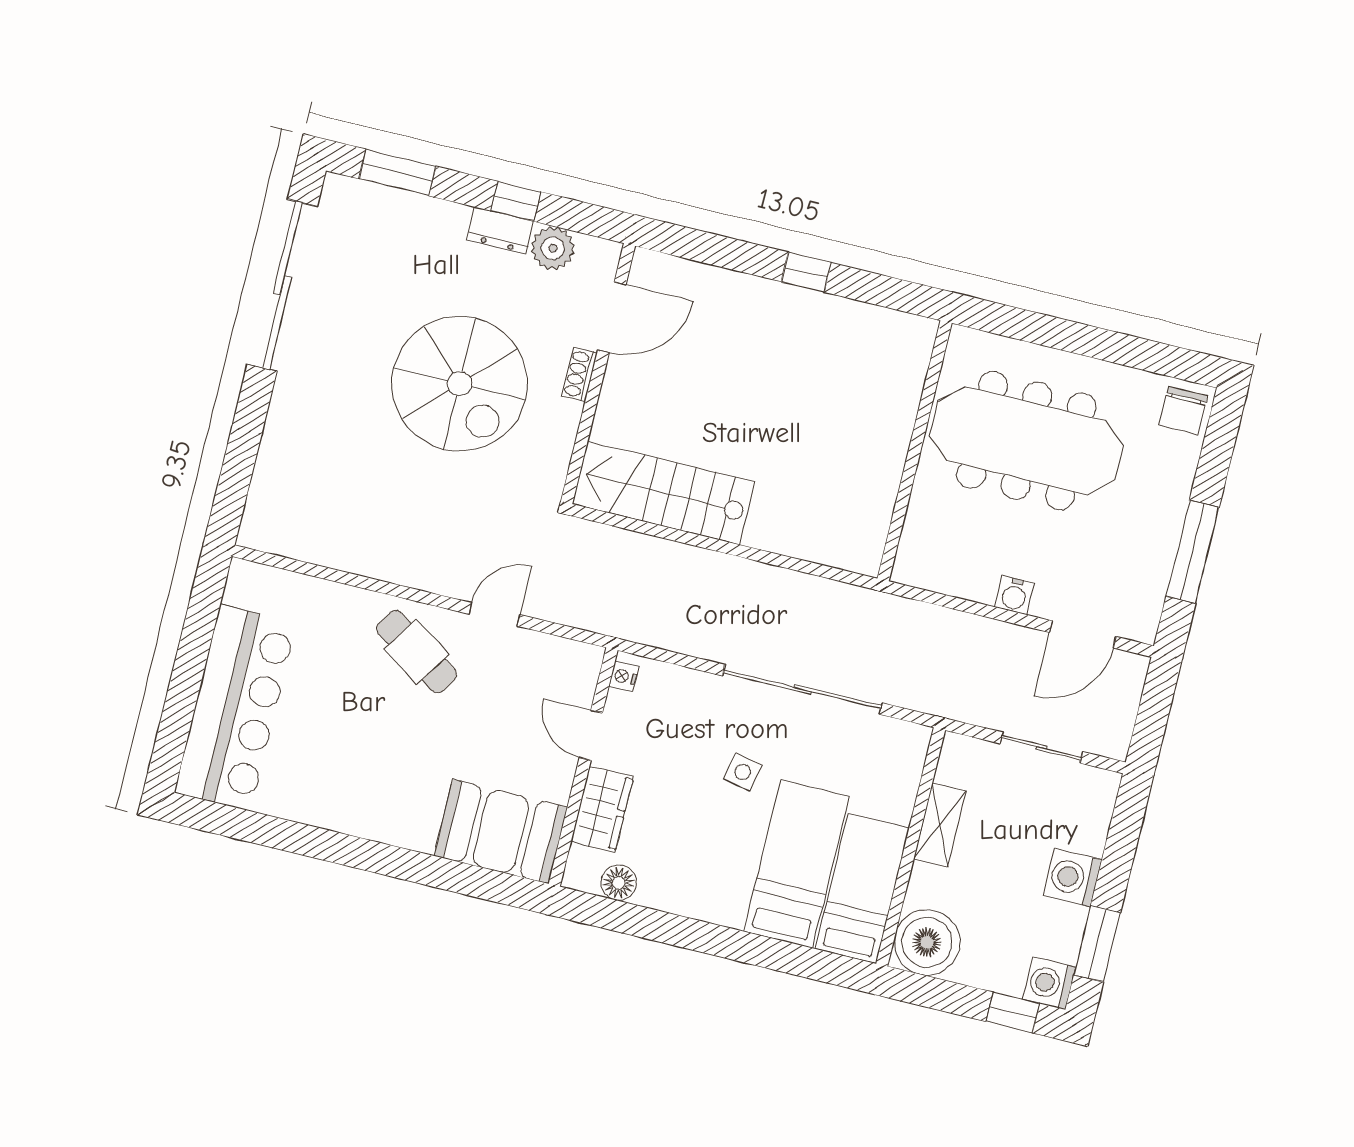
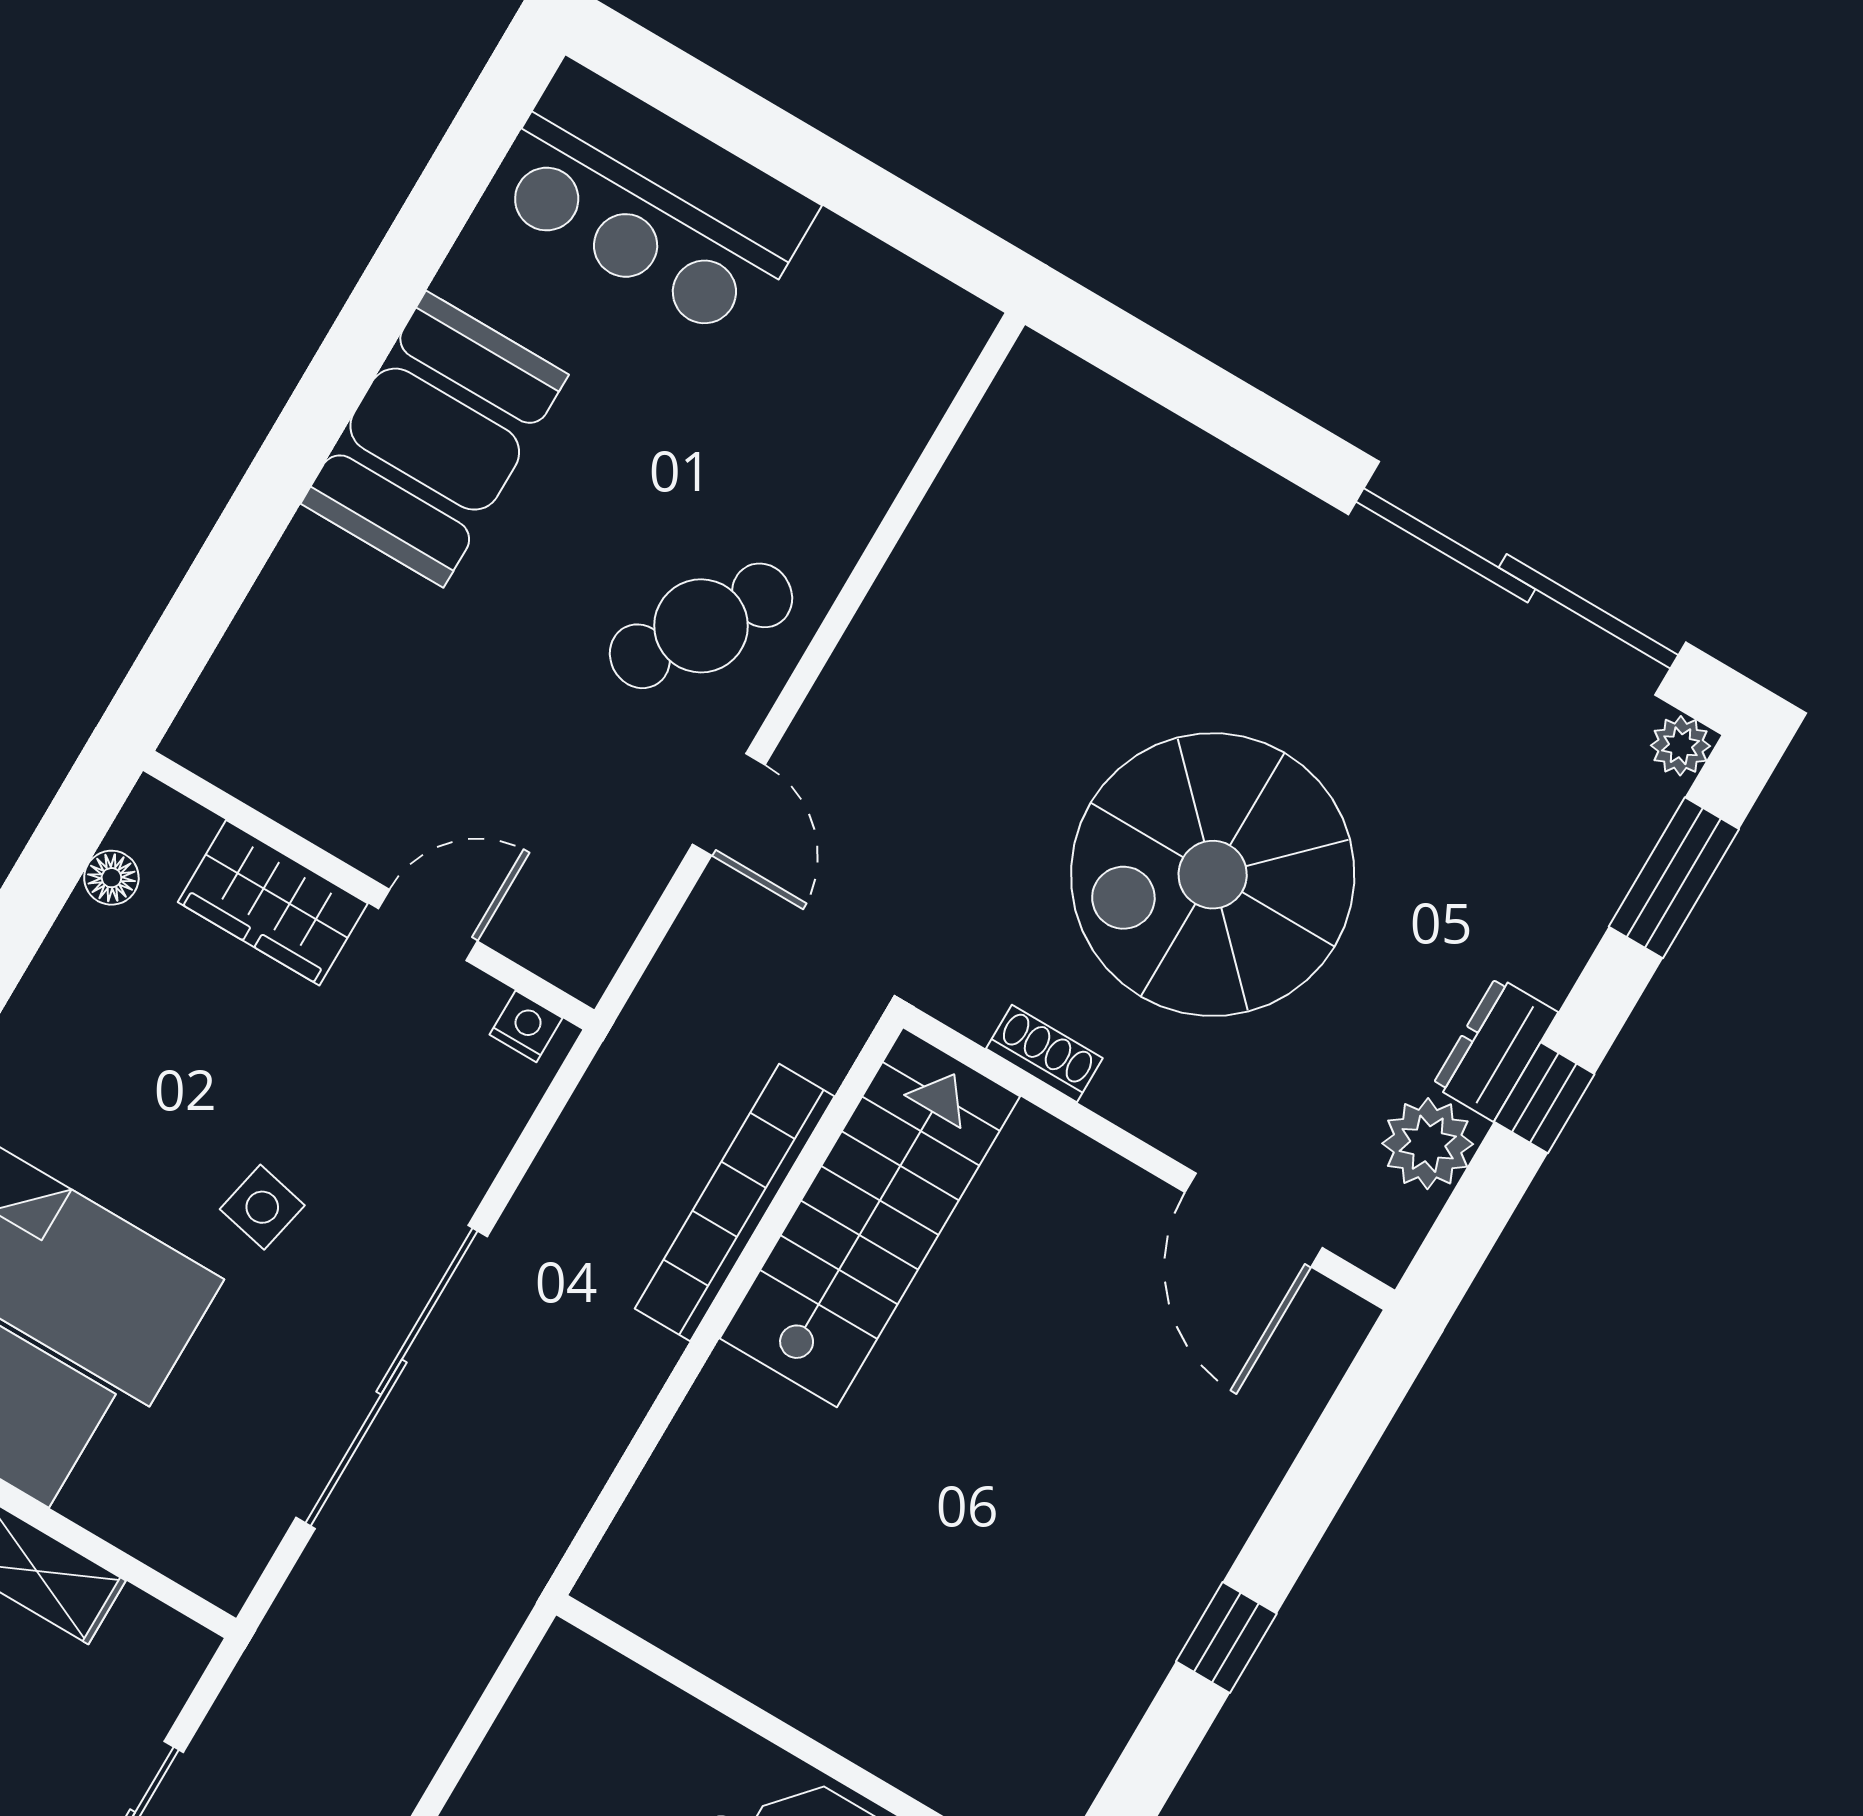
plant: (336, 188) -> (1680, 746), added
shoe rack: (579, 374) -> (1044, 1053), moved
bookcase: (675, 557) -> (735, 1203), added
bar counter: (235, 708) -> (652, 201), width x0.73
booth: (501, 831) -> (435, 439), moved
floor lamp: (619, 883) -> (111, 878), width x0.73, depth x0.73

